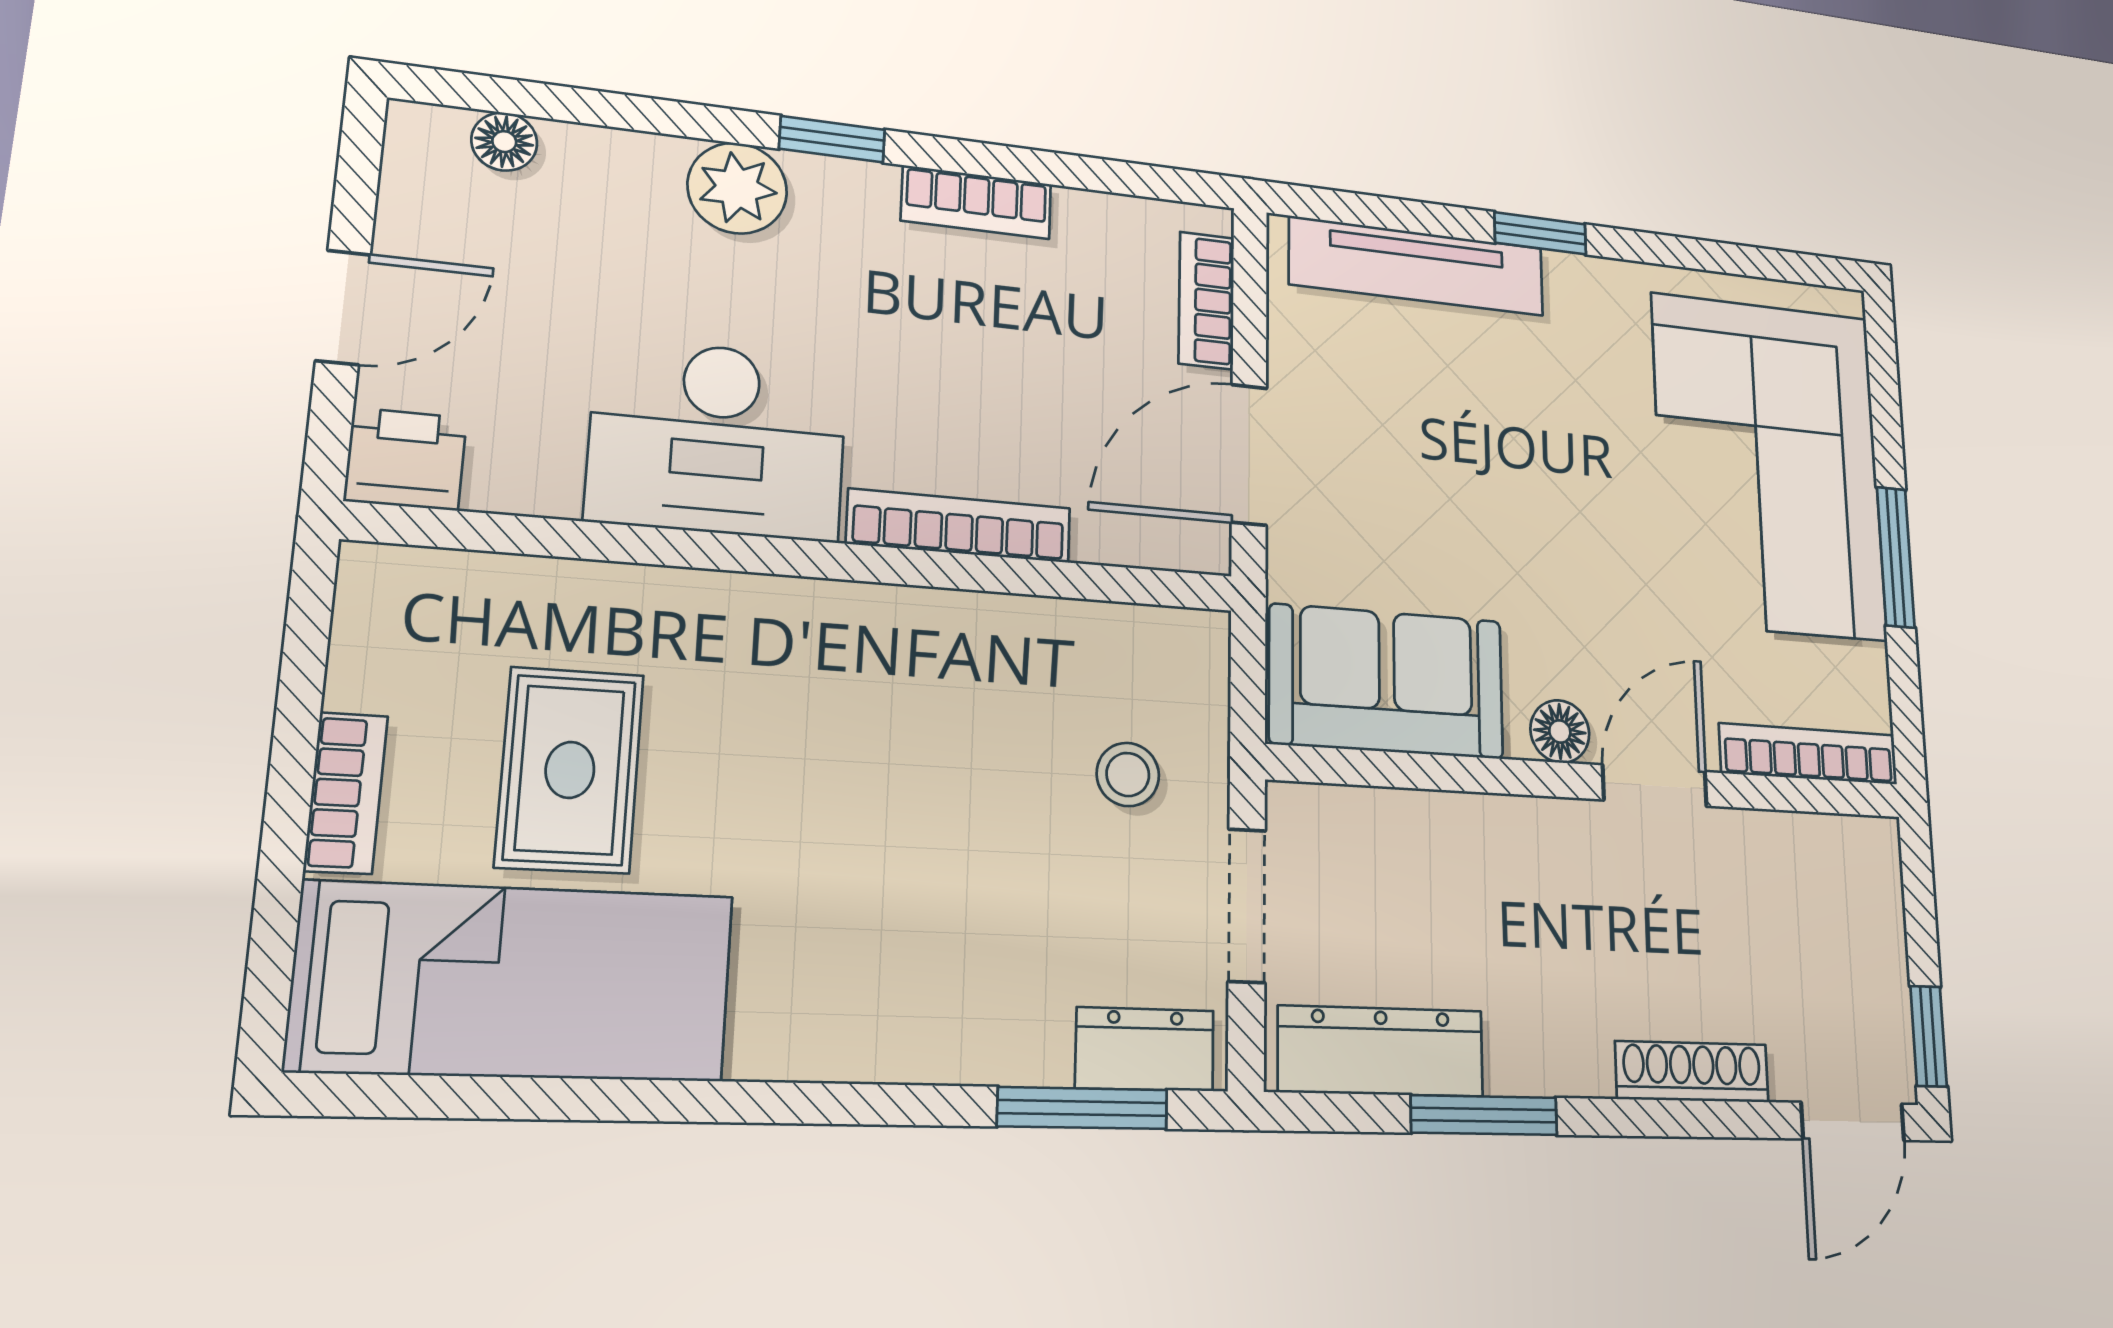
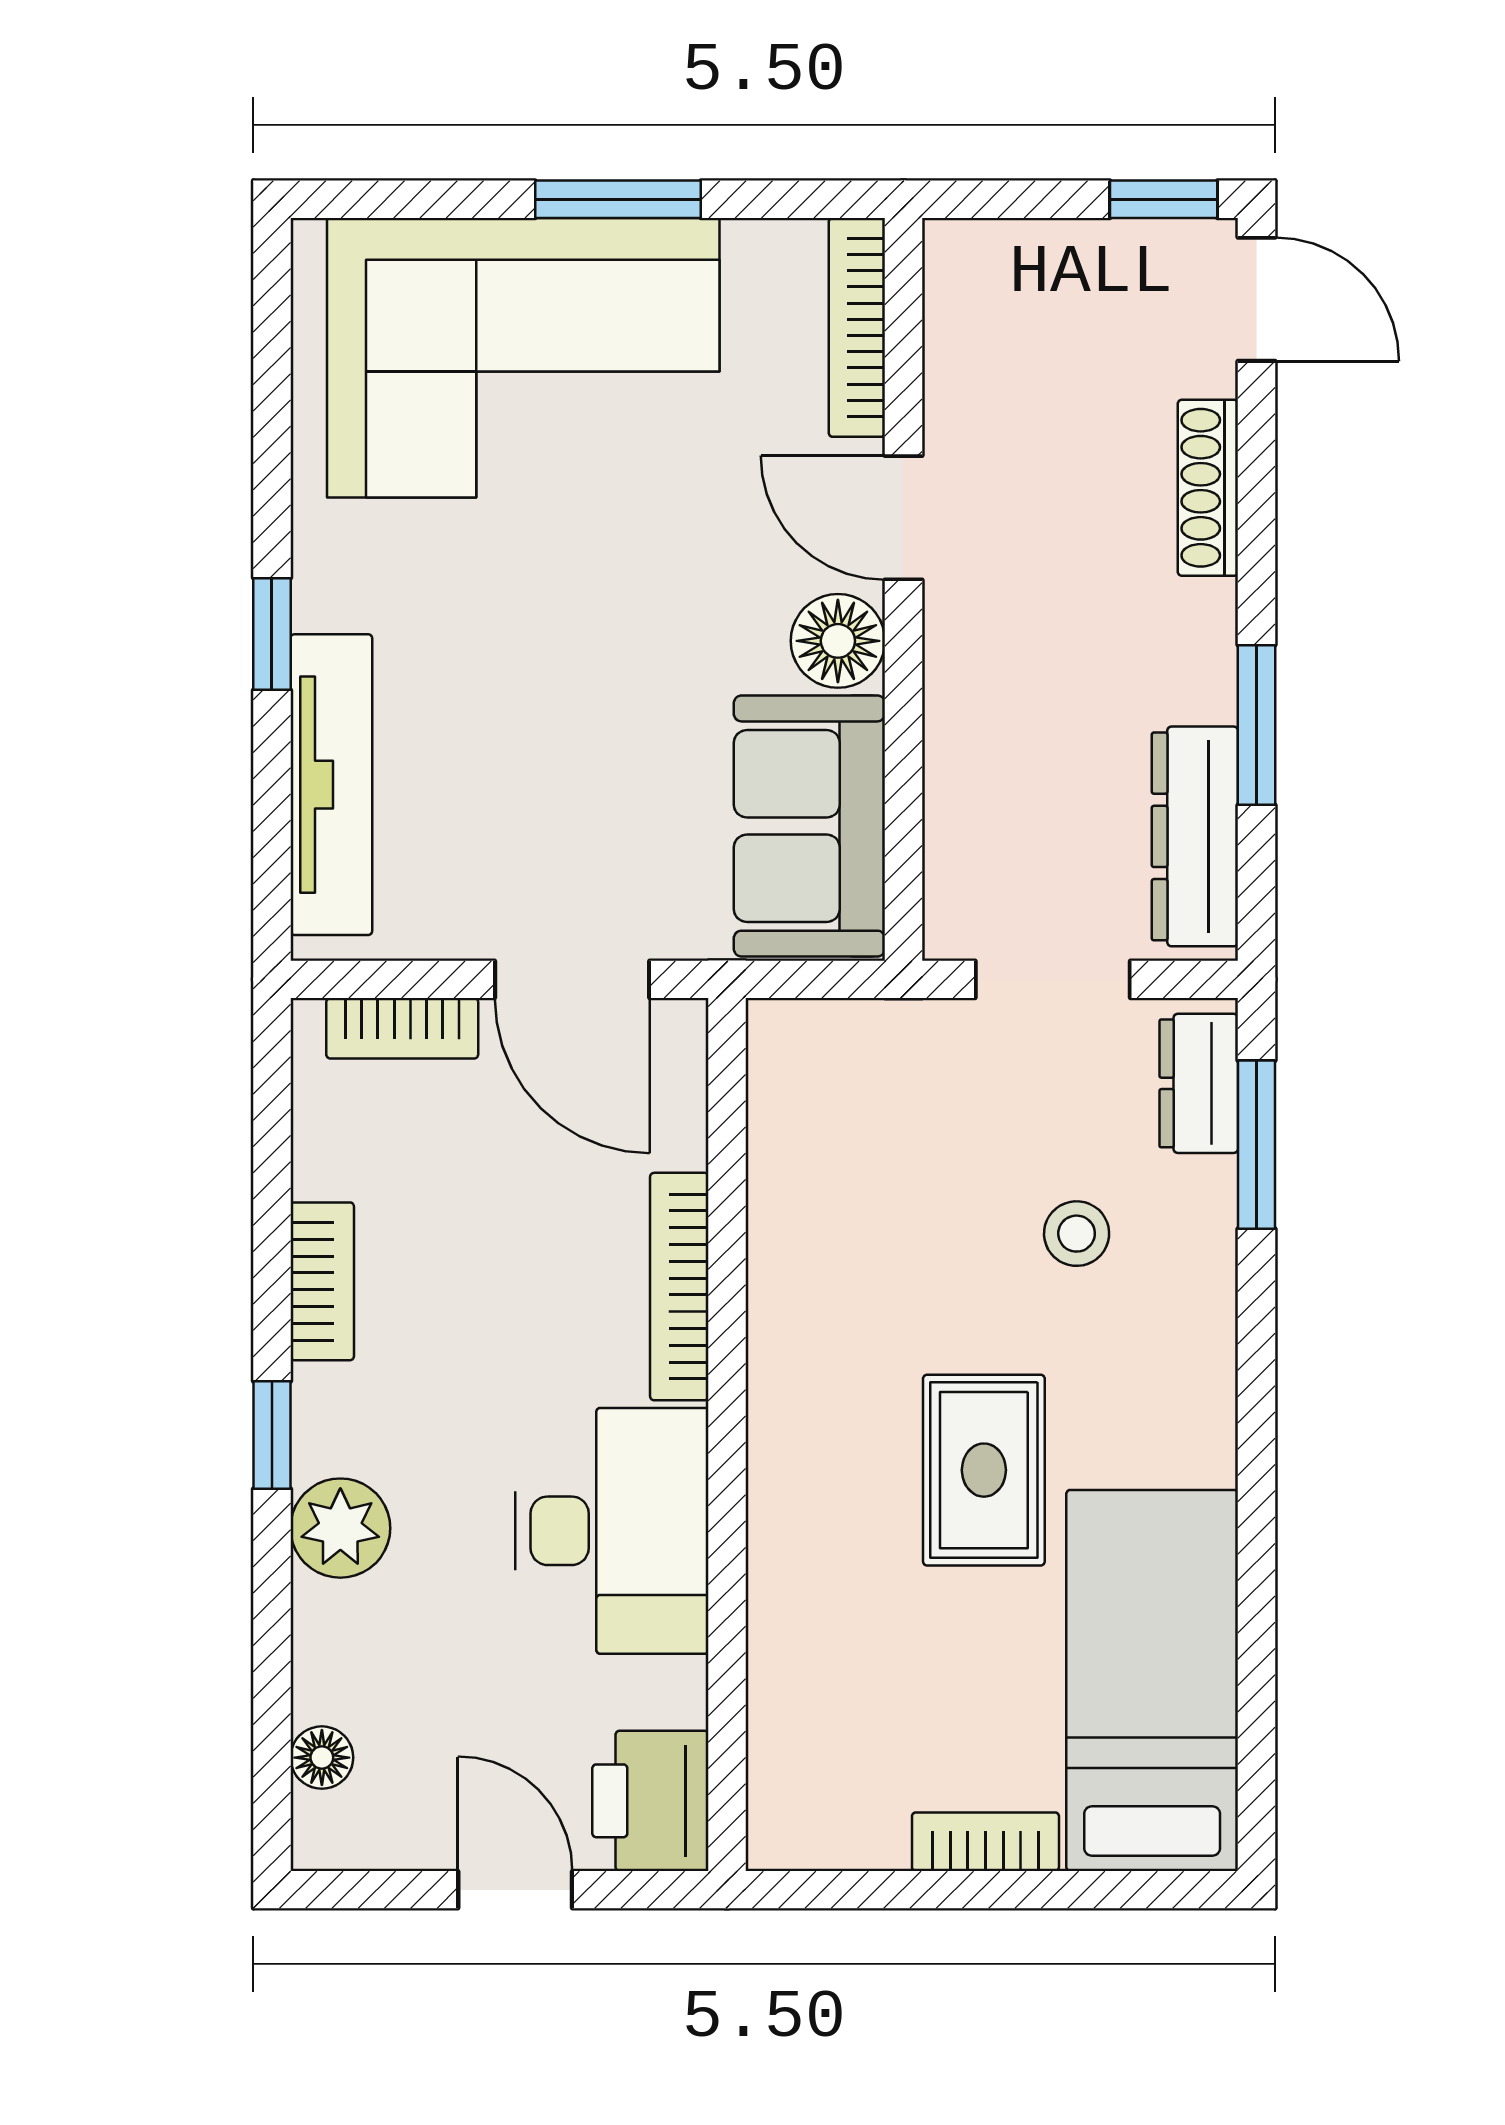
printer: (406, 459) -> (650, 1801), width x1.36, depth x1.24
floor lamp: (1560, 731) -> (838, 641), width x1.37, depth x1.37
rug: (570, 770) -> (984, 1470), moved, turned 90
stool: (1128, 774) -> (1077, 1234), moved

